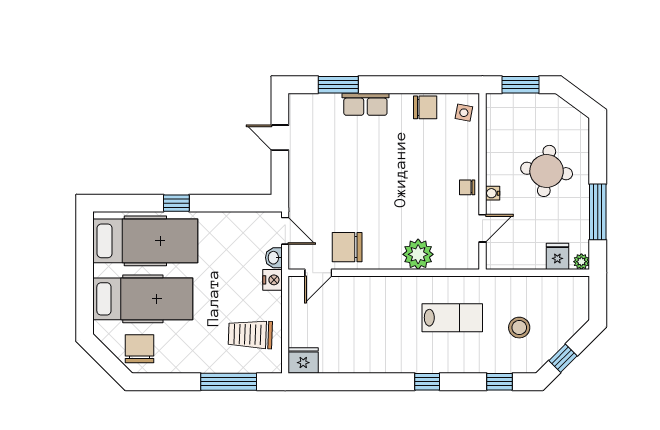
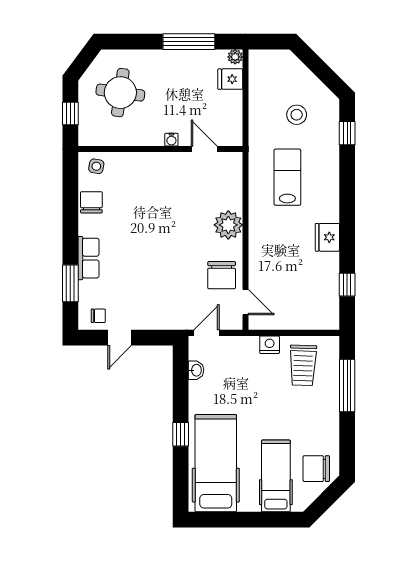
window: (520, 85) -> (70, 114), width x0.67
round table: (547, 171) -> (120, 93), moved
chair: (467, 187) -> (98, 316), moved, turned -90
plant: (418, 254) -> (228, 225), moved
washbasin: (274, 258) -> (196, 370), moved, turned -90
nightstand: (272, 280) -> (270, 345), moved
hospital bed: (143, 299) -> (276, 476), width x0.73, depth x0.78
window: (563, 358) -> (325, 74), removed
fridge: (303, 361) -> (327, 237), moved
window: (427, 382) -> (347, 285), moved

